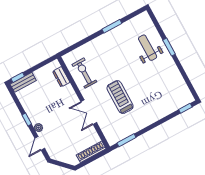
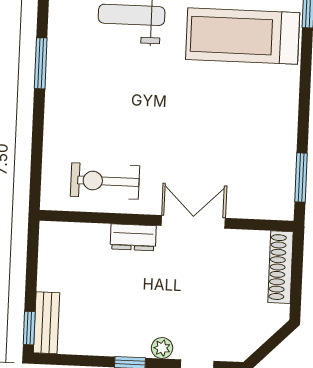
dresser: (61, 77) -> (133, 237), moved
treadmill: (120, 97) -> (243, 36), moved, width x1.37, depth x1.38
double door: (89, 112) -> (193, 222), swing flipped

